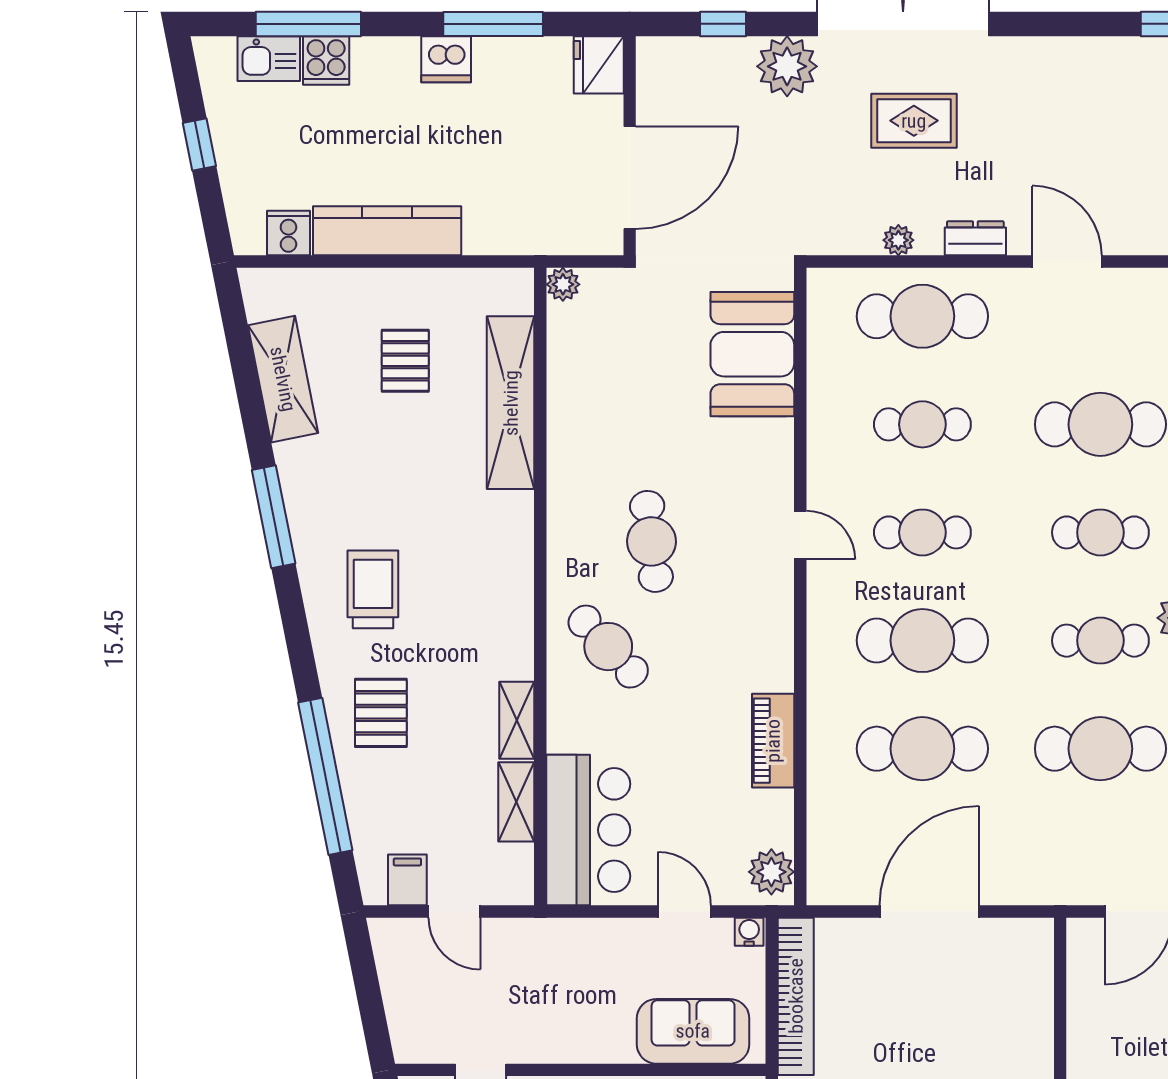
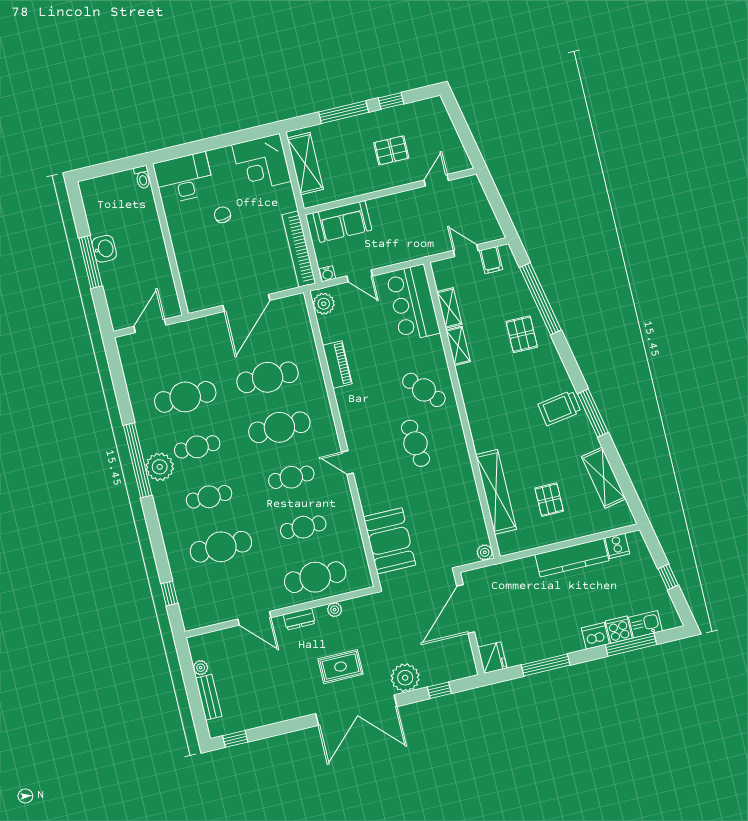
dishwasher: (446, 59) -> (595, 636), moved
trolley: (373, 589) -> (559, 408), moved, turned 81

